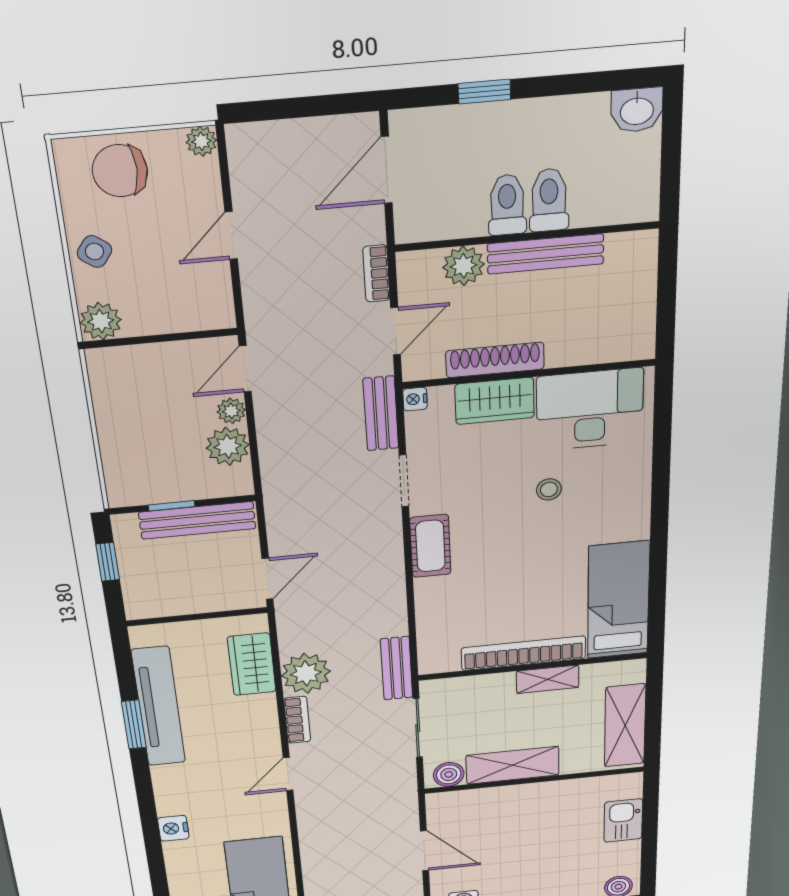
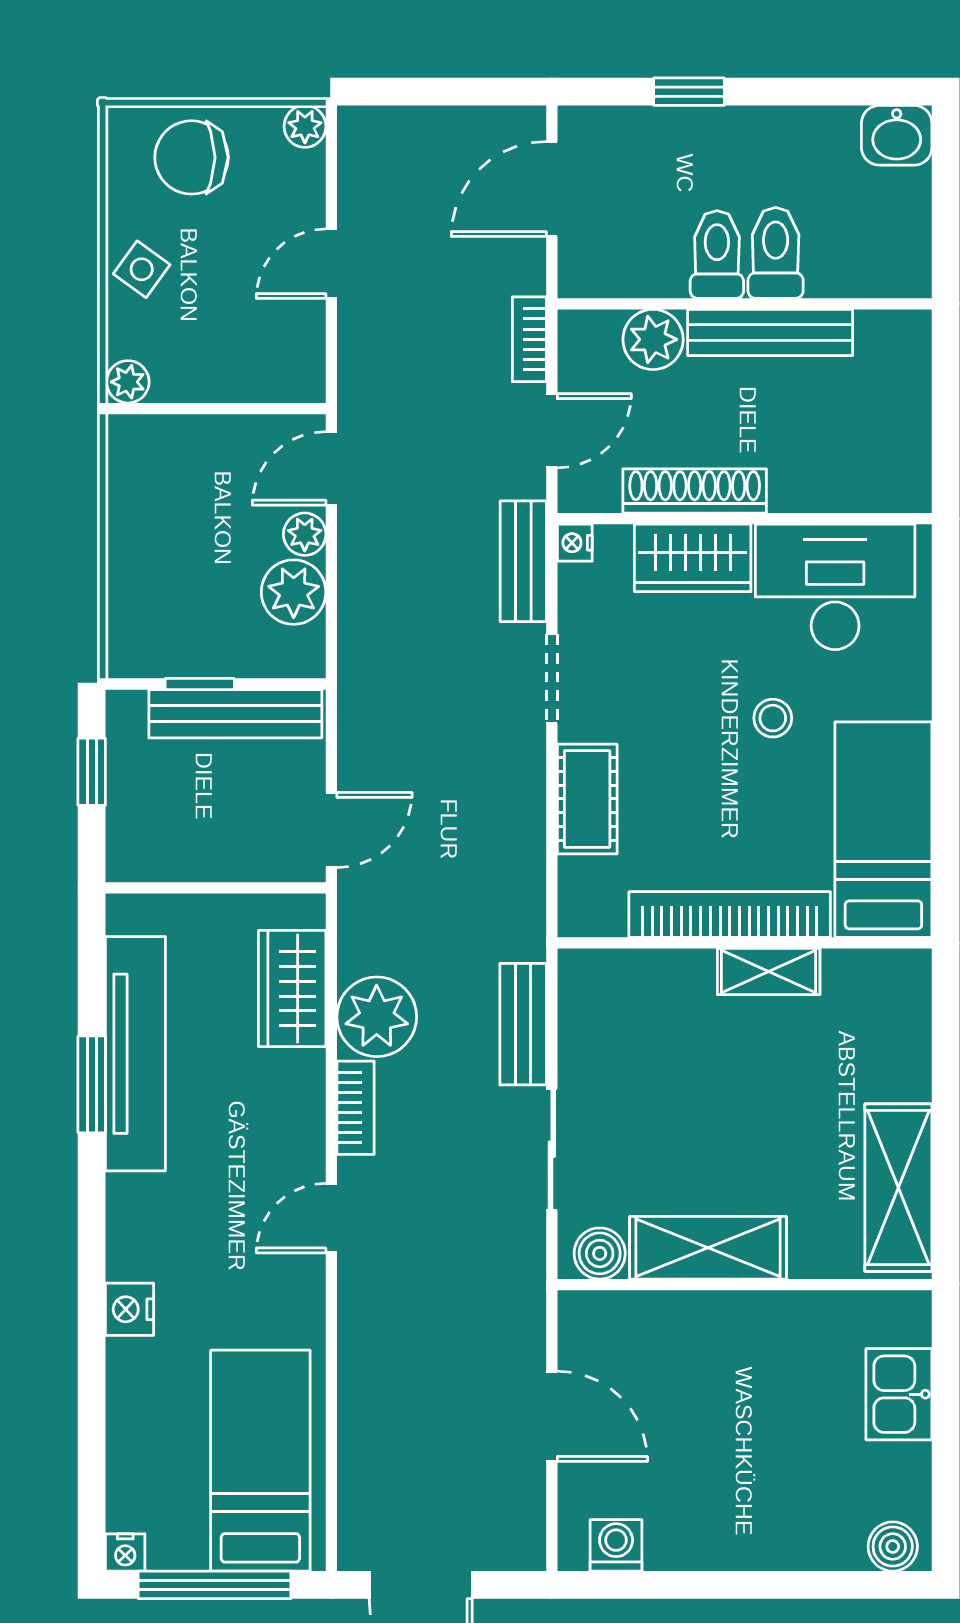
plant: (101, 321) -> (128, 382), width x0.73, depth x0.73
bed: (618, 600) -> (883, 830), moved
bookcase: (524, 653) -> (730, 915), moved
wall: (533, 667) -> (745, 943), moved
shelving: (548, 679) -> (769, 972), moved

